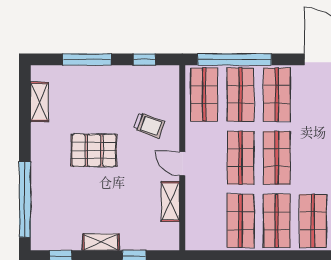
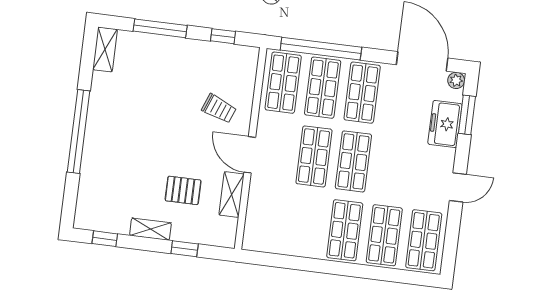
shelving: (39, 102) -> (105, 50), moved
pallet: (94, 150) -> (183, 190), moved, width x0.67, depth x0.71
door: (182, 164) -> (250, 155), width x1.38
window: (25, 199) -> (79, 132), moved
shop shelf: (240, 221) -> (305, 225), removed

